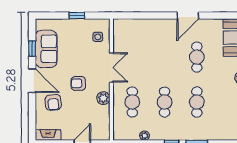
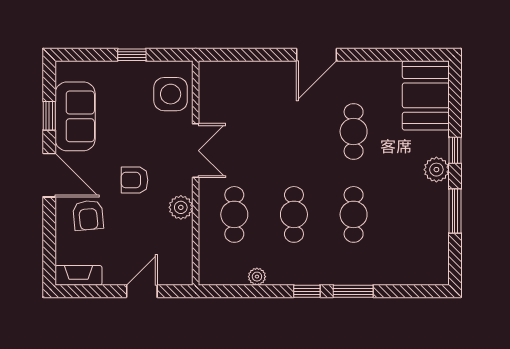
door: (188, 16) -> (316, 55), moved
side table: (98, 37) -> (171, 94), width x1.87, depth x1.87

